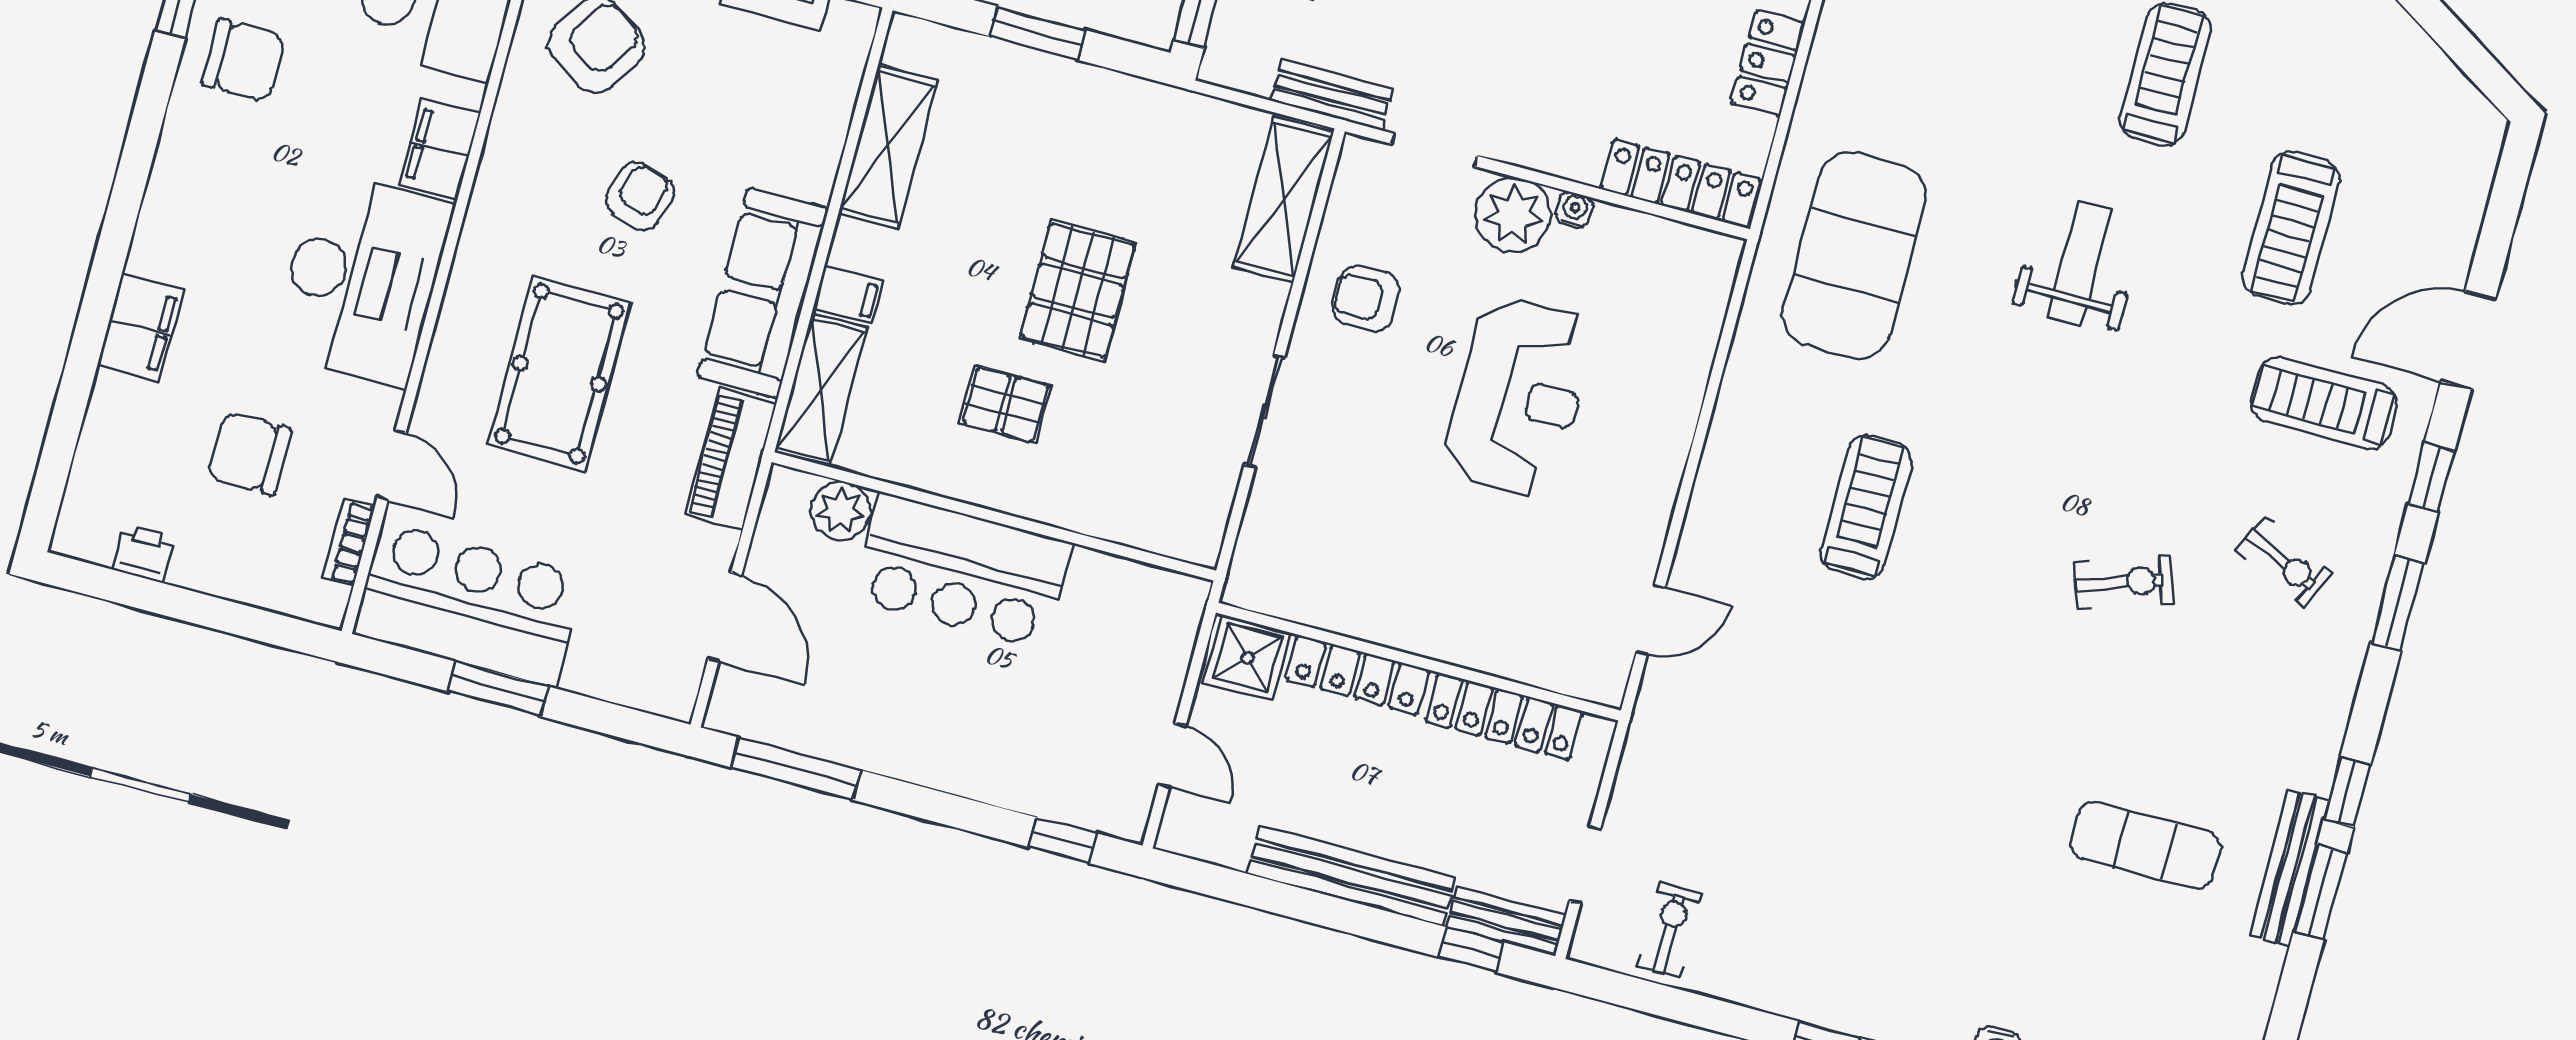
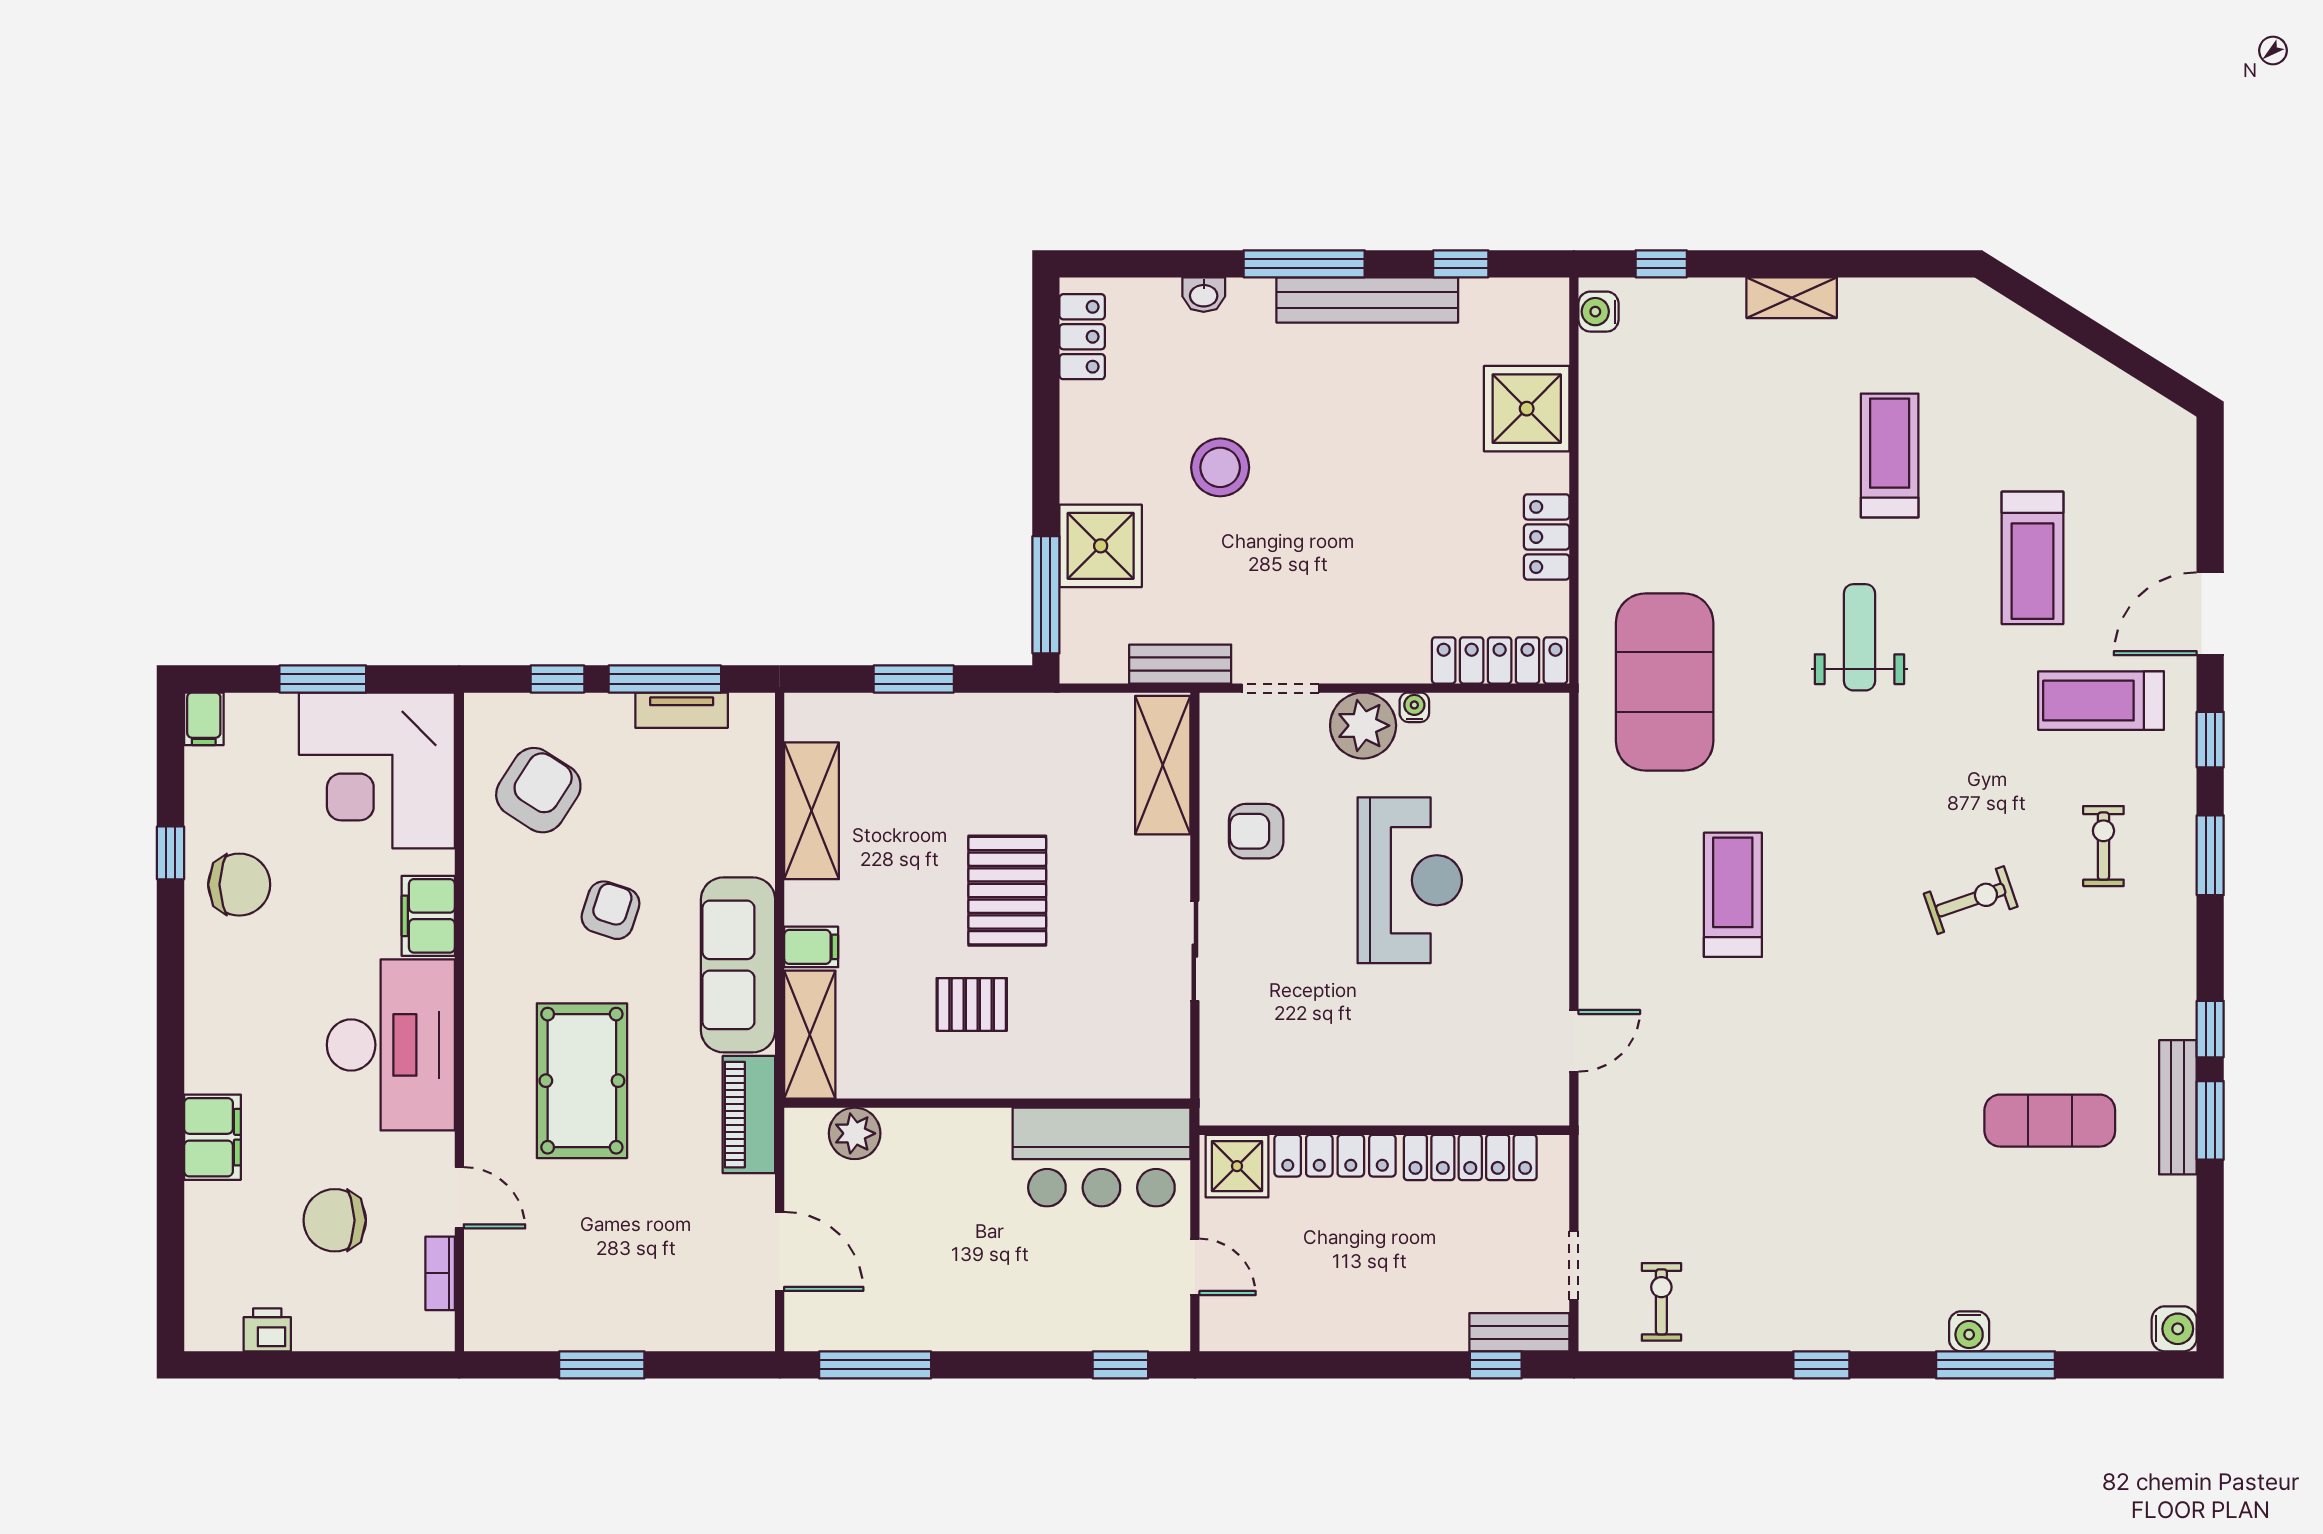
exercise bike: (2284, 562) -> (2103, 846), turned -115
bar counter: (963, 571) -> (1101, 1157), moved
bar counter: (469, 605) -> (558, 1299), removed
bench: (1351, 876) -> (1376, 1329), removed

